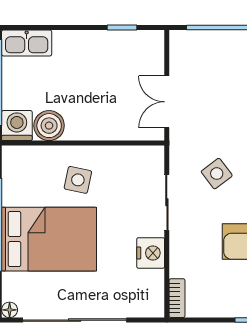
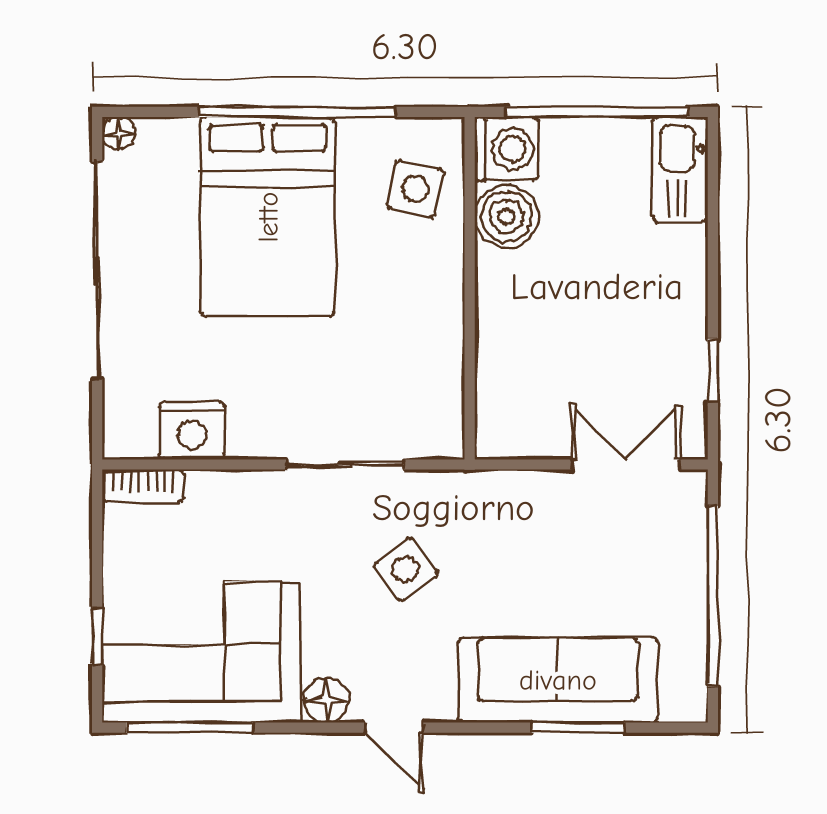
double door: (167, 102) -> (626, 464), moved
side table: (78, 180) -> (415, 189), moved
nightstand: (151, 253) -> (192, 430), moved

